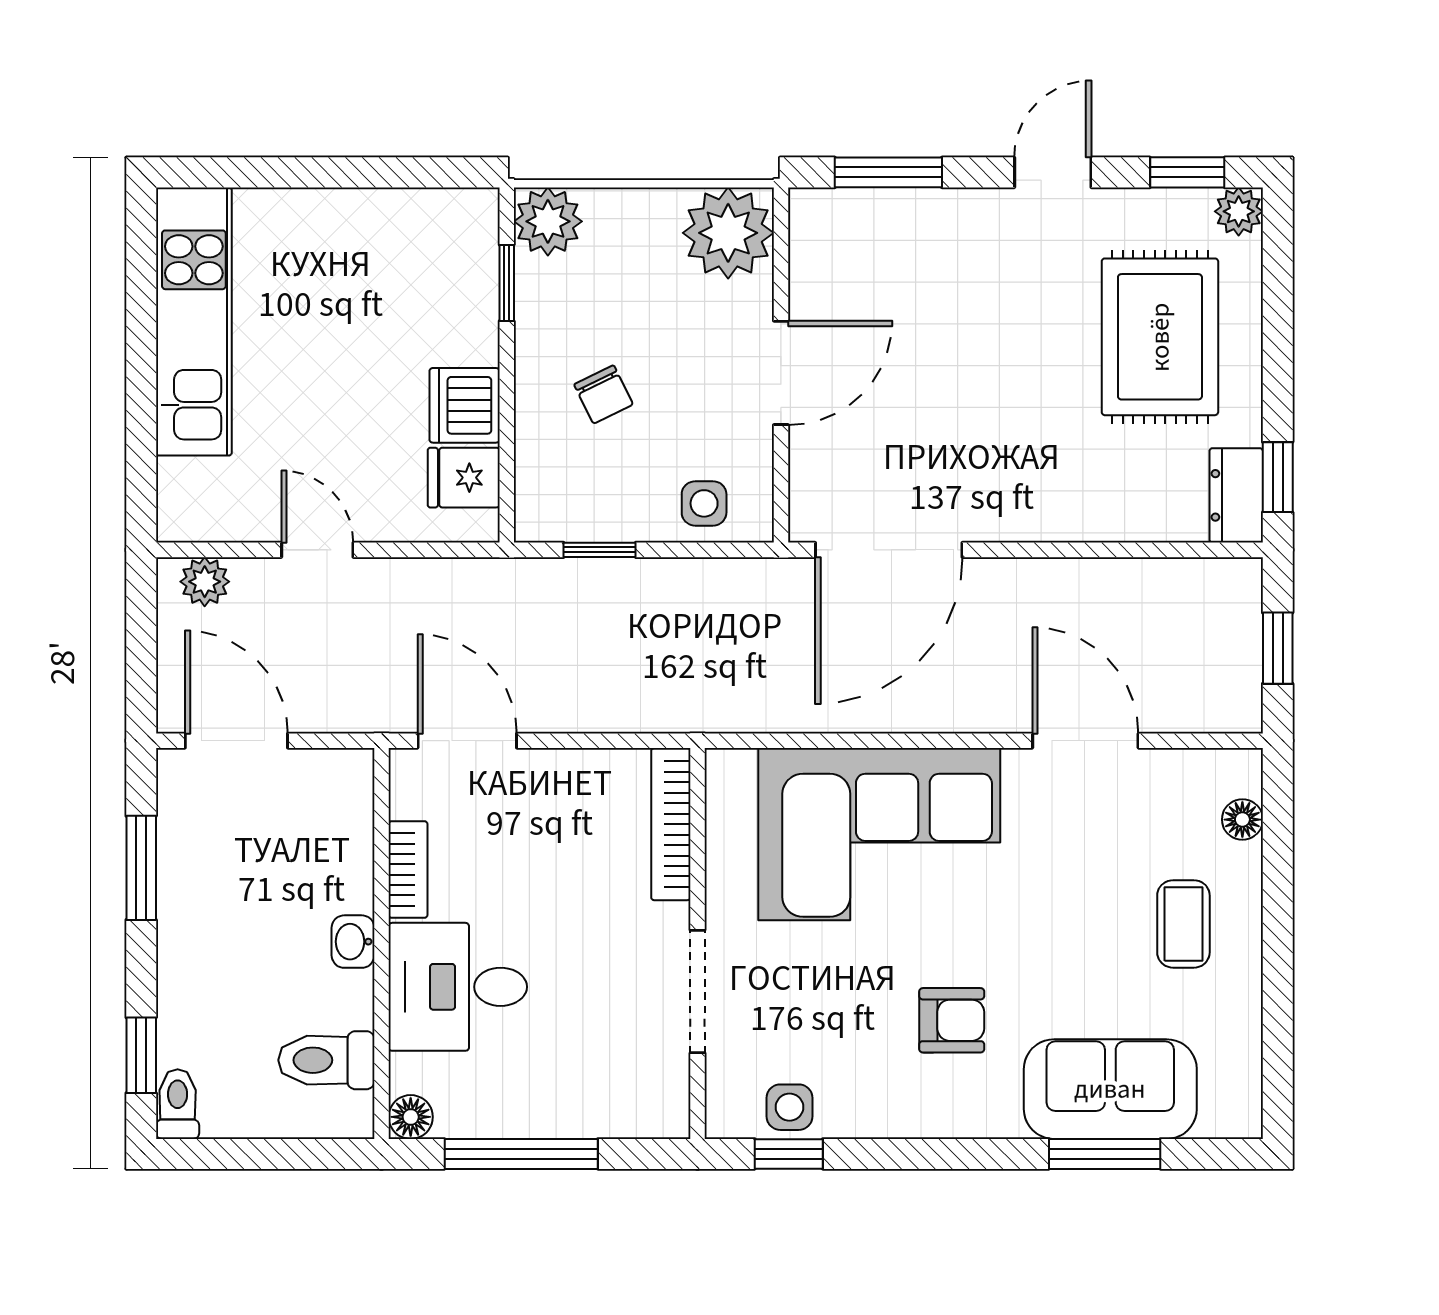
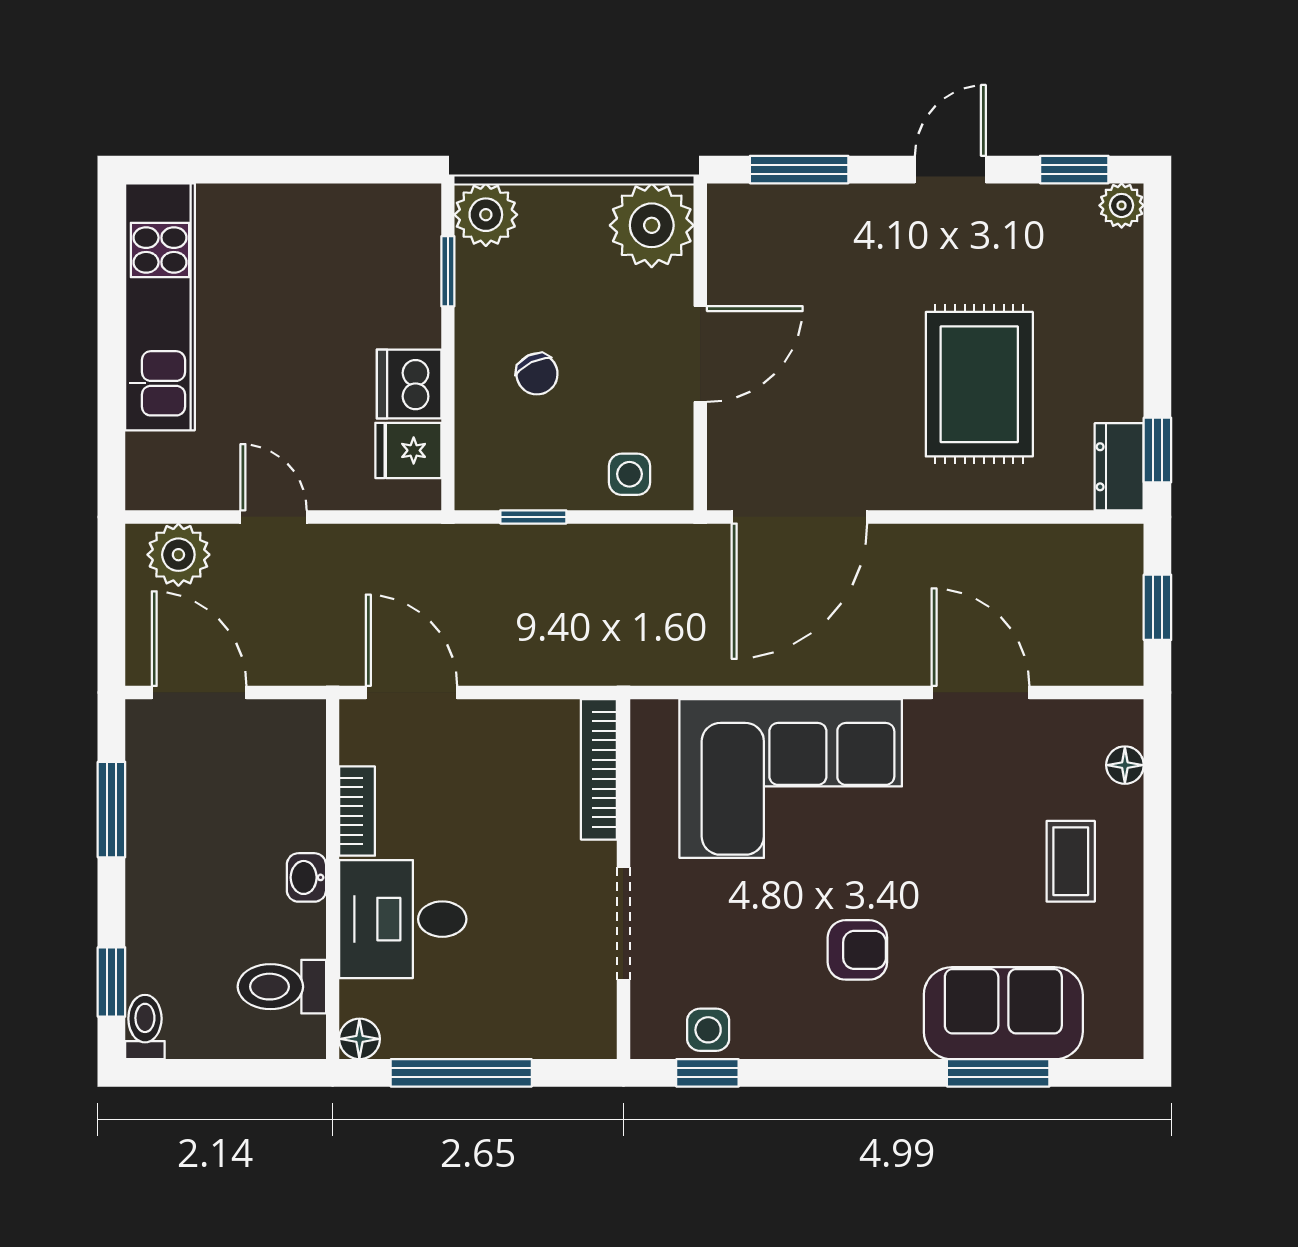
rug: (1160, 337) -> (979, 384), moved
plant: (205, 582) -> (178, 555), width x1.38, depth x1.38

